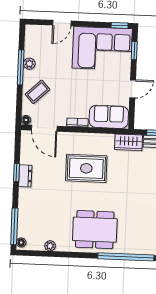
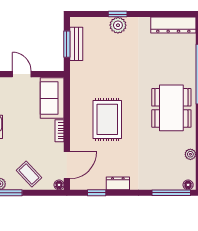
wardrobe: (129, 142) -> (78, 76), removed
window: (16, 172) -> (97, 193), moved

